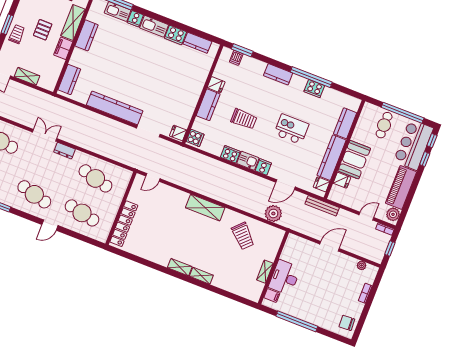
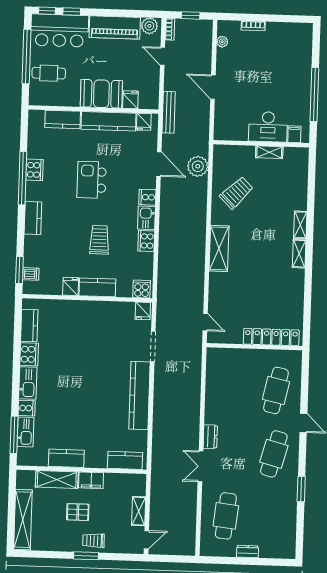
cafe table: (95, 178) -> (230, 389), removed
chair: (347, 323) -> (296, 35), removed

